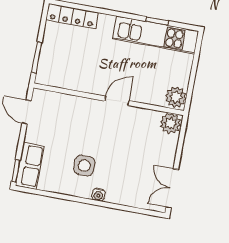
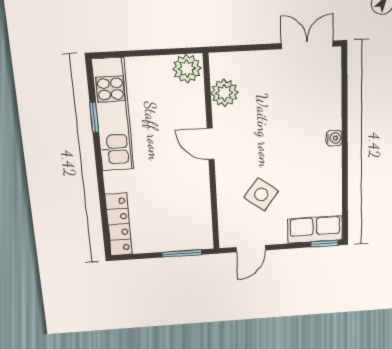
plant: (170, 123) -> (224, 93), moved
side table: (84, 166) -> (261, 194), moved, turned 37
double door: (172, 188) -> (307, 45), swing flipped

